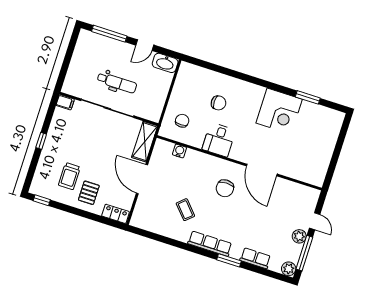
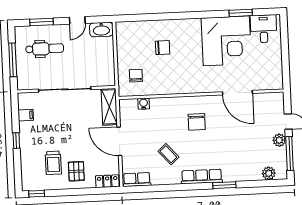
window: (109, 34) -> (42, 22), width x0.69
window: (67, 60) -> (13, 60), added
dental chair: (117, 83) -> (45, 49), moved
filing cabinet: (65, 102) -> (26, 115), moved
corner desk: (279, 111) -> (226, 41), width x1.36, depth x1.36
desk: (219, 140) -> (264, 29), moved, turned 180
door: (262, 170) -> (237, 93), moved
row of seats: (255, 258) -> (137, 179), moved
plant: (289, 269) -> (269, 173), moved

